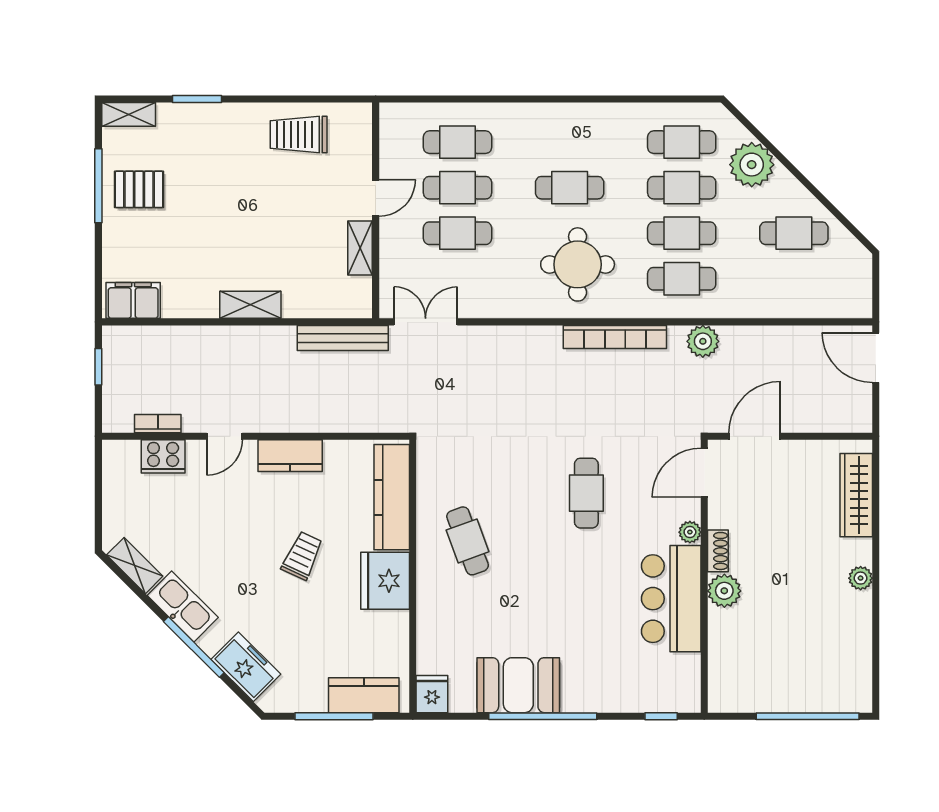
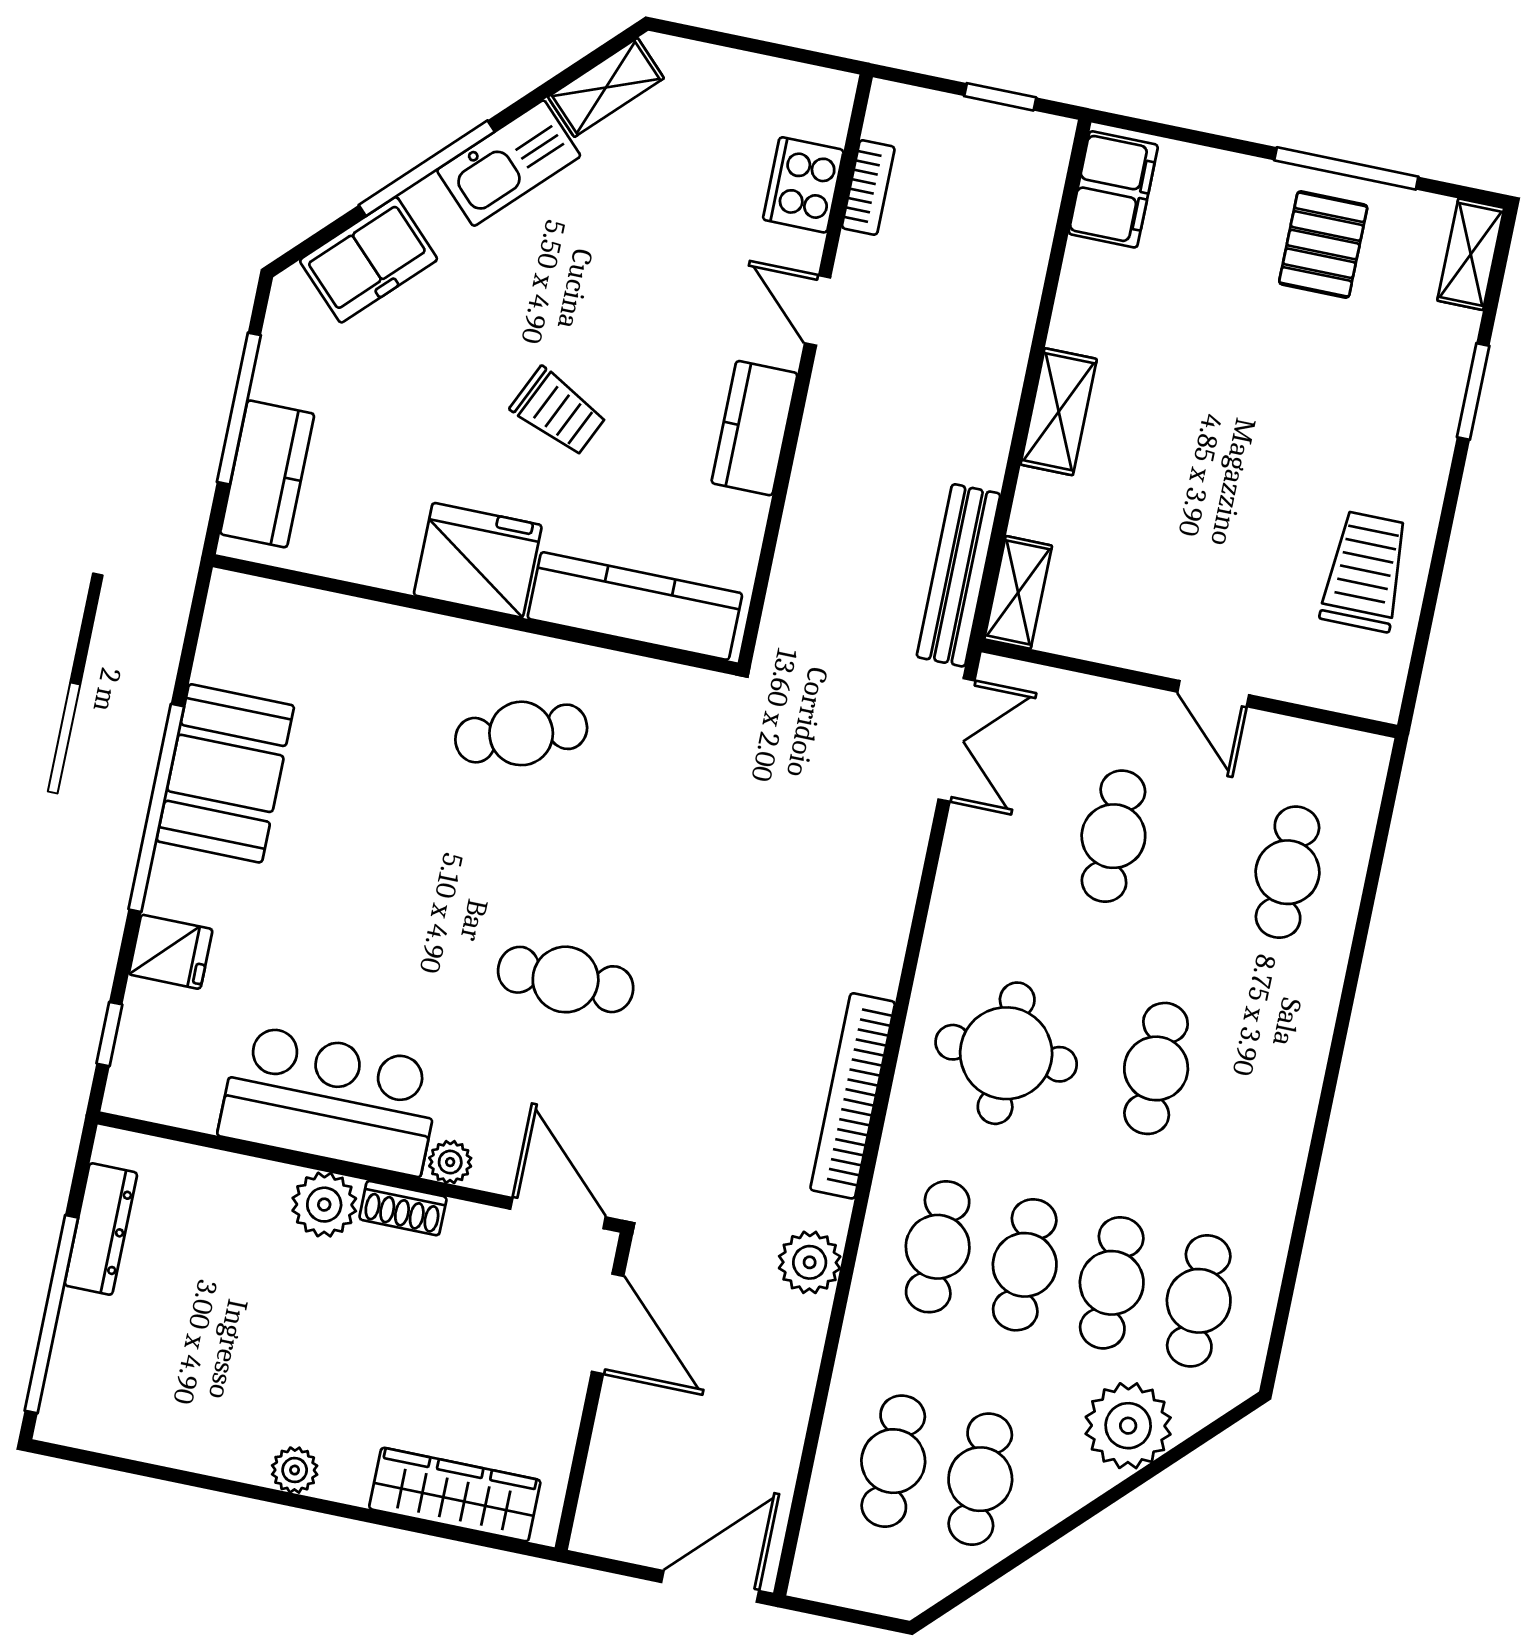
cafe table: (458, 188) -> (893, 1461), moved
shelving: (360, 248) -> (1018, 592), moved, turned 90
fridge: (432, 694) -> (171, 952), moved
dresser: (760, 700) -> (101, 1229), added

